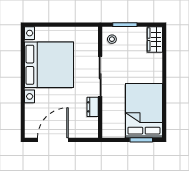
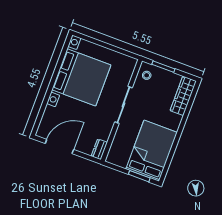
wardrobe: (155, 39) -> (183, 96), width x1.50
dresser: (93, 107) -> (99, 149), moved

